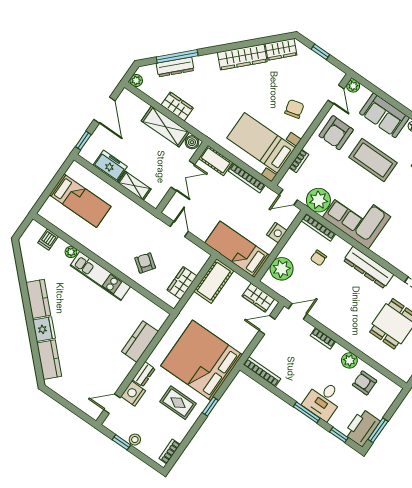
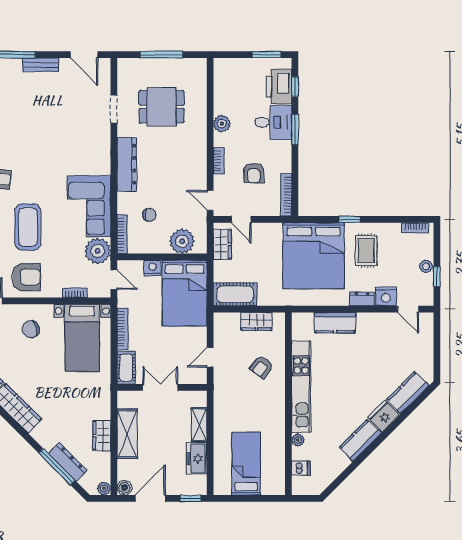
boiler: (192, 142) -> (124, 488), moved
bed: (237, 249) -> (185, 293), width x1.50
kitchen unit: (100, 276) -> (301, 387), width x1.36
armchair: (365, 383) -> (254, 173), moved
printer: (362, 428) -> (279, 86), moved, turned 90

